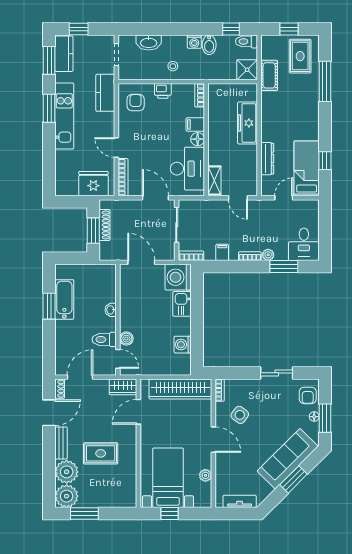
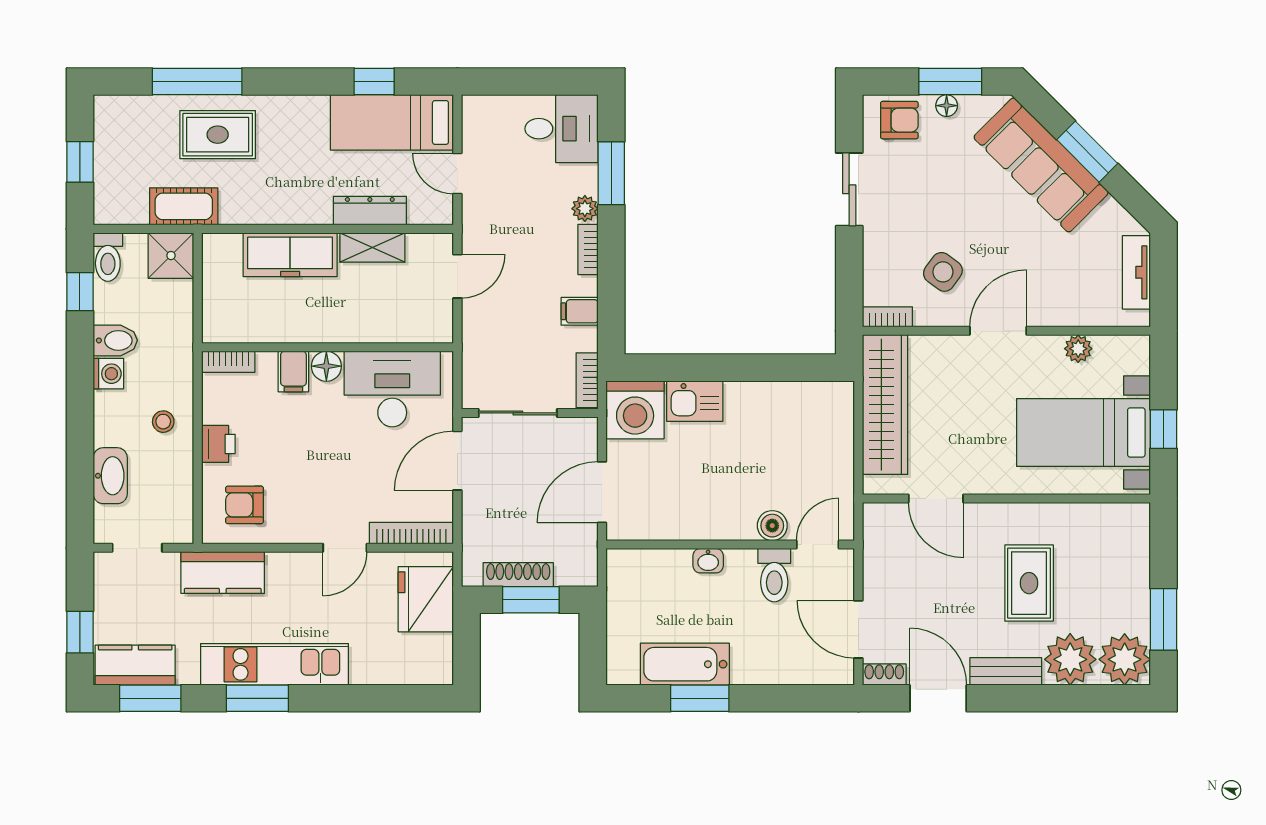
rug: (300, 56) -> (218, 135), moved
shelving: (214, 180) -> (372, 247), moved
washing machine: (183, 345) -> (786, 400), removed
wardrobe: (123, 387) -> (880, 533), removed

